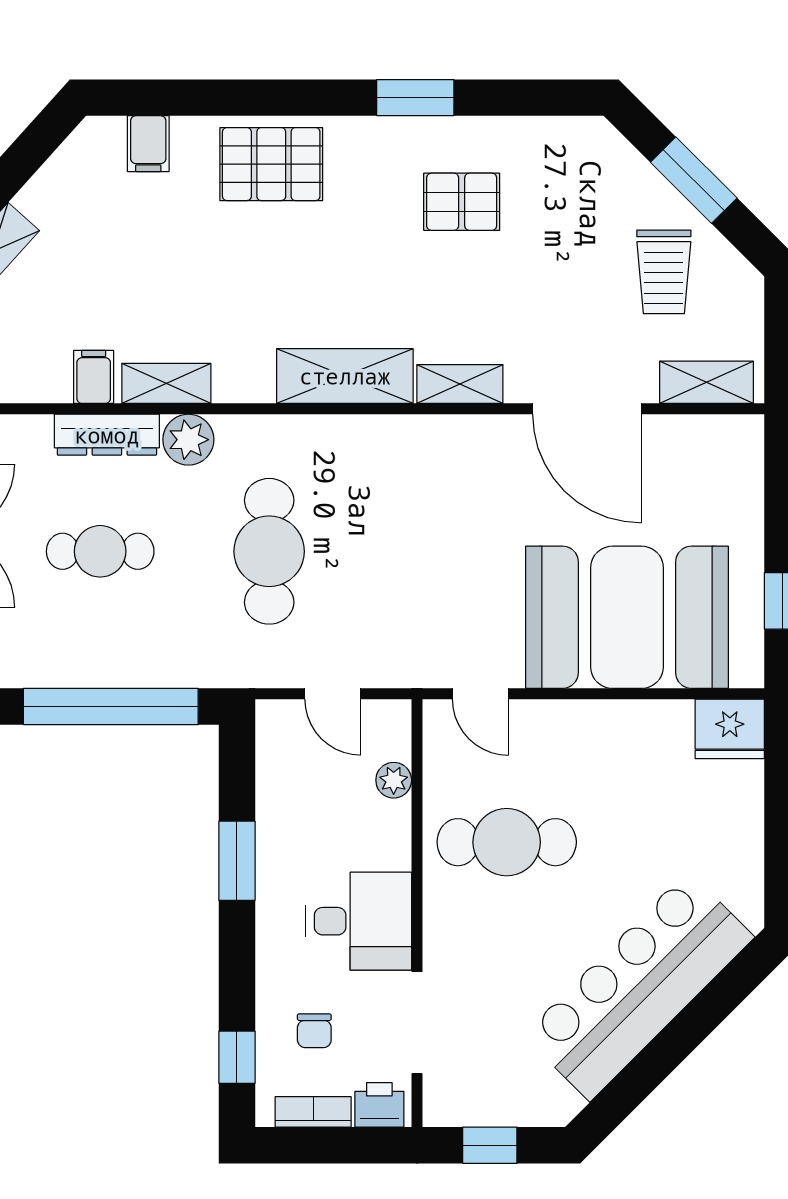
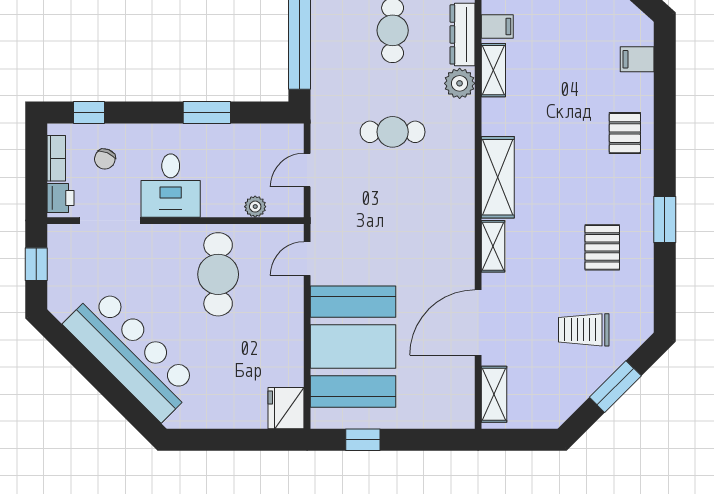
pallet: (271, 164) -> (625, 133), width x0.67, depth x0.71
trolley: (664, 272) -> (584, 330), moved
cafe table: (269, 551) -> (393, 132), width x0.73, depth x0.74
chair: (314, 1031) -> (105, 159), turned -67

